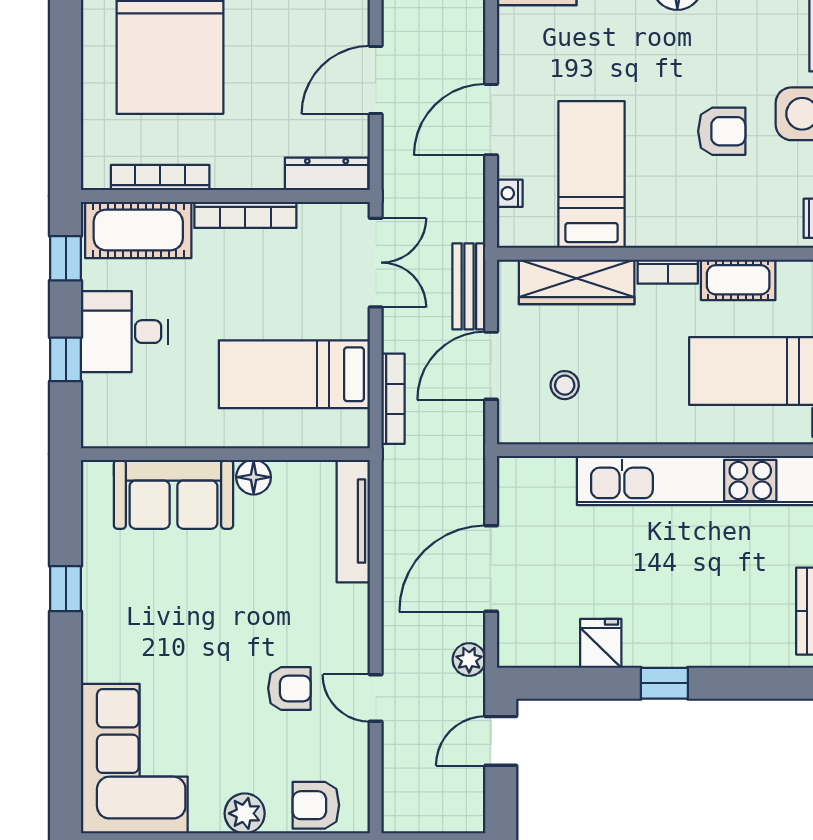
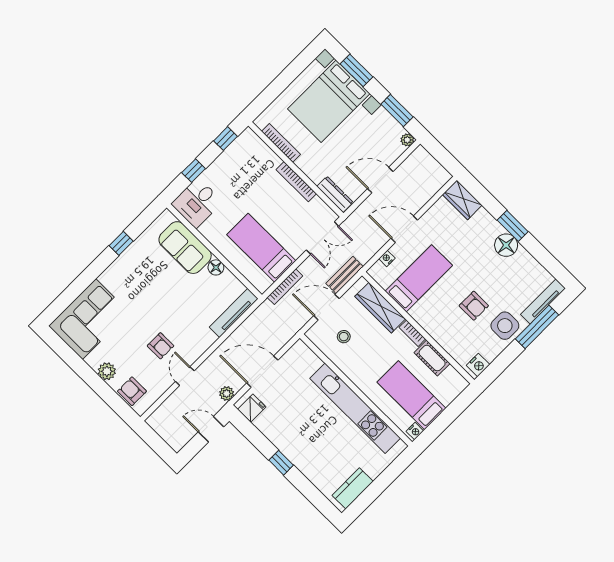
cot: (138, 230) -> (257, 153), removed
desk: (125, 332) -> (197, 203), moved, turned -90
fridge: (601, 643) -> (252, 408), moved

